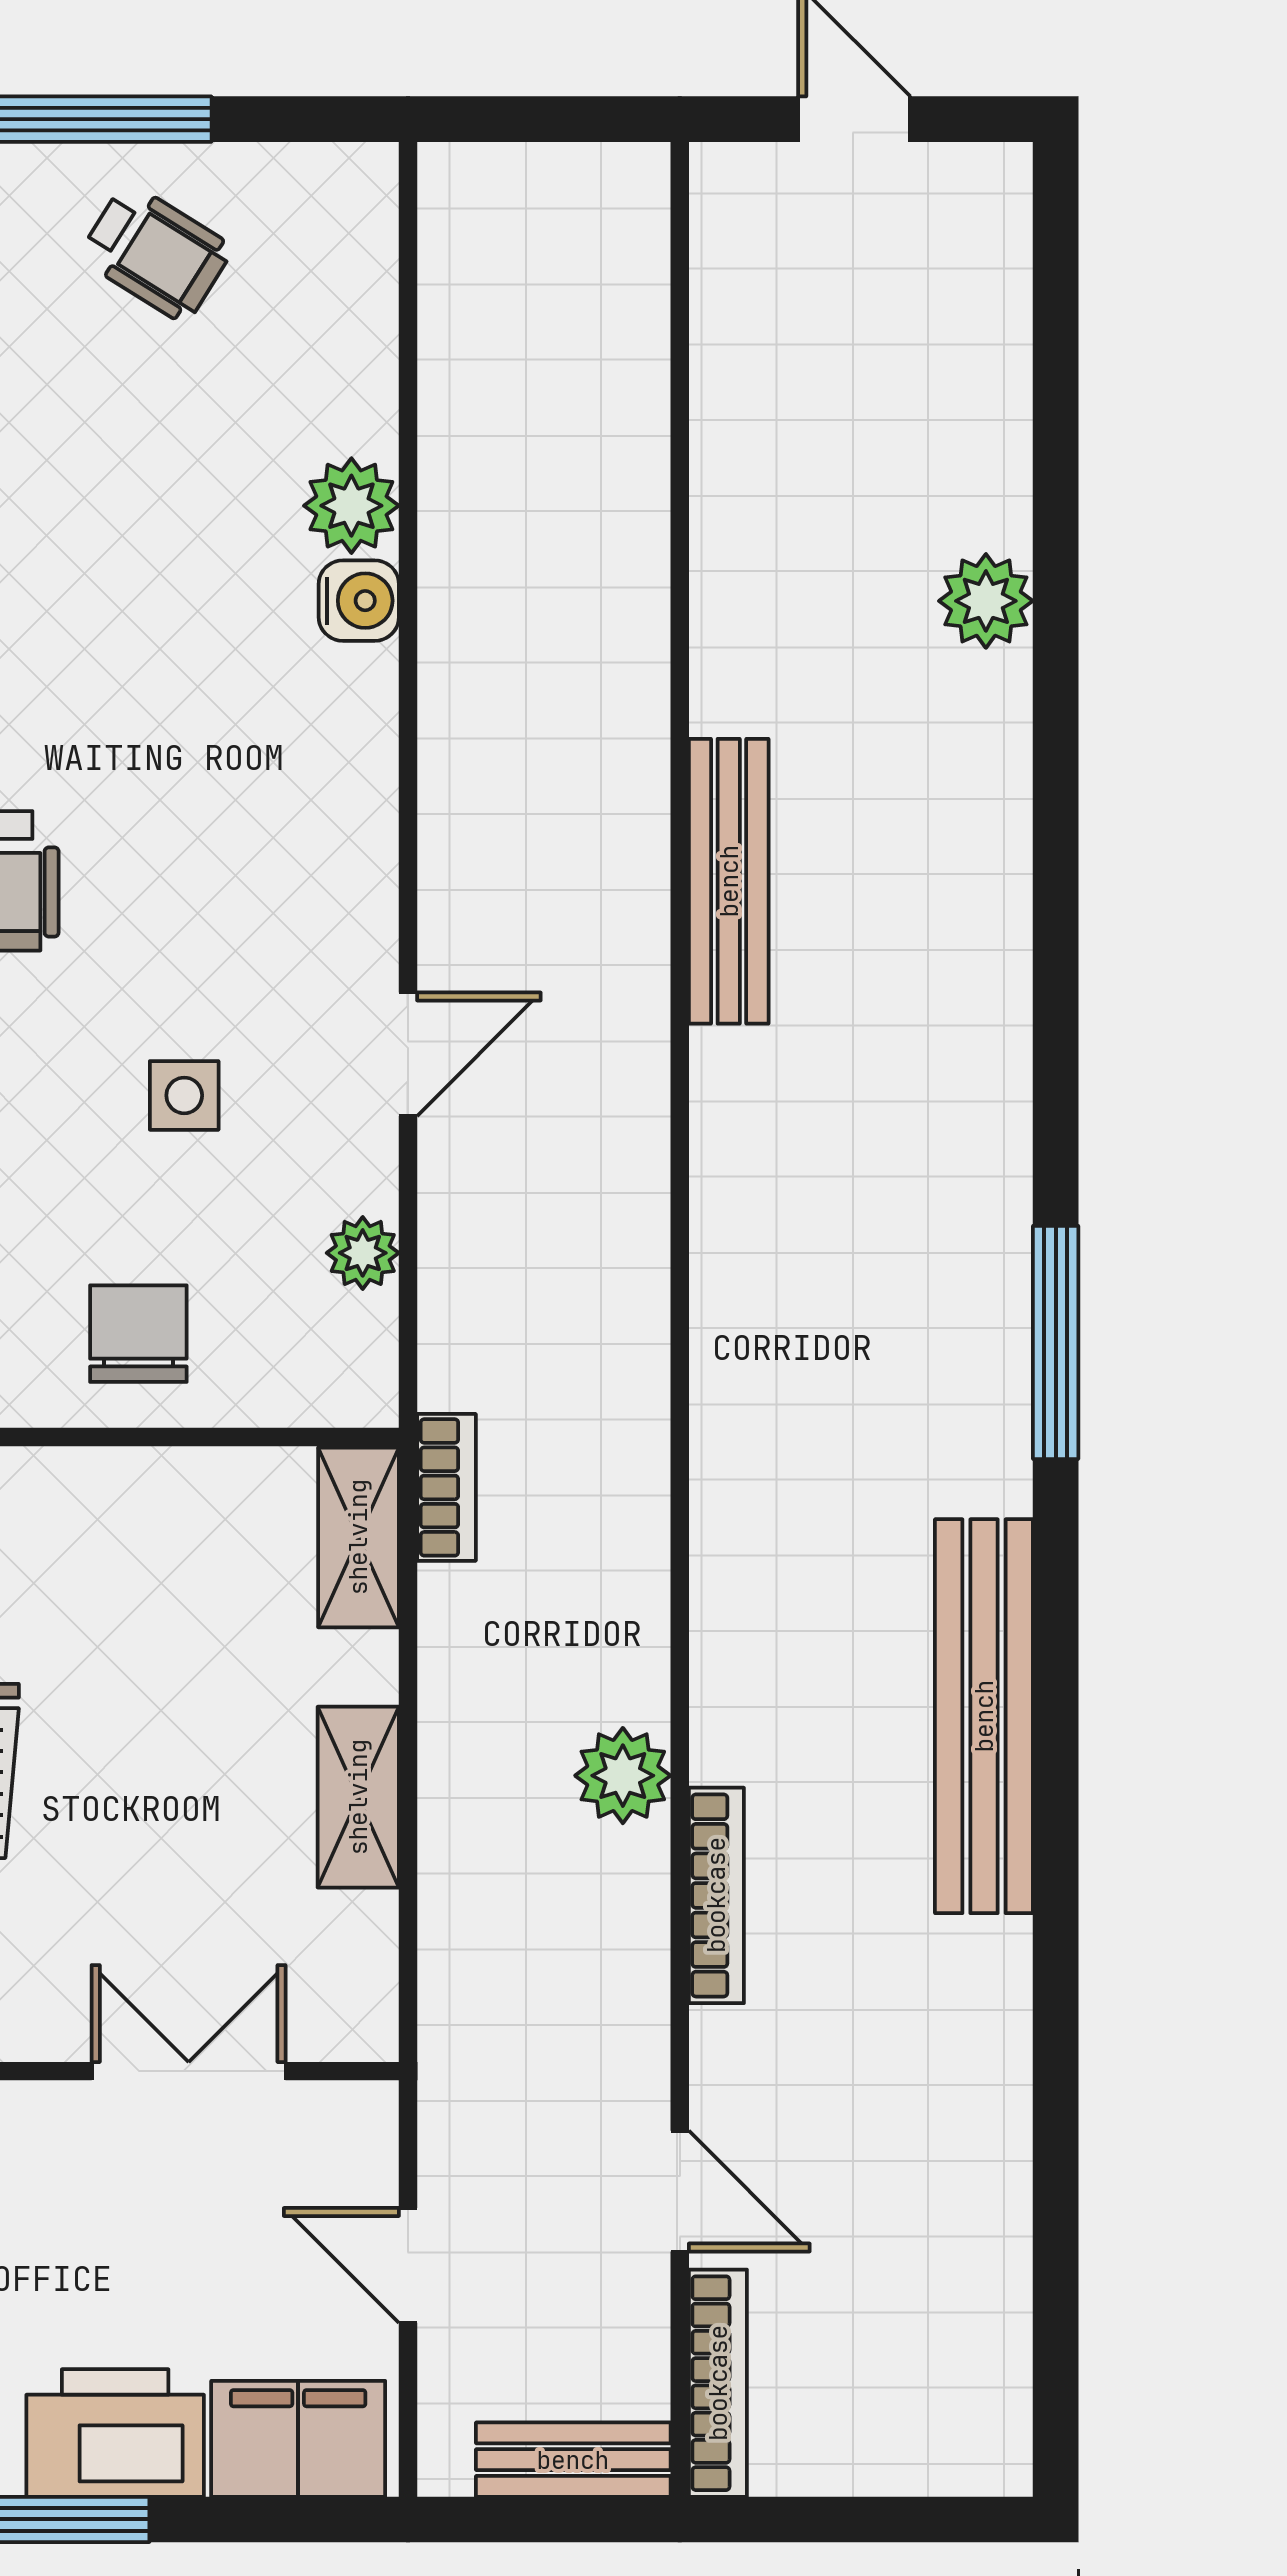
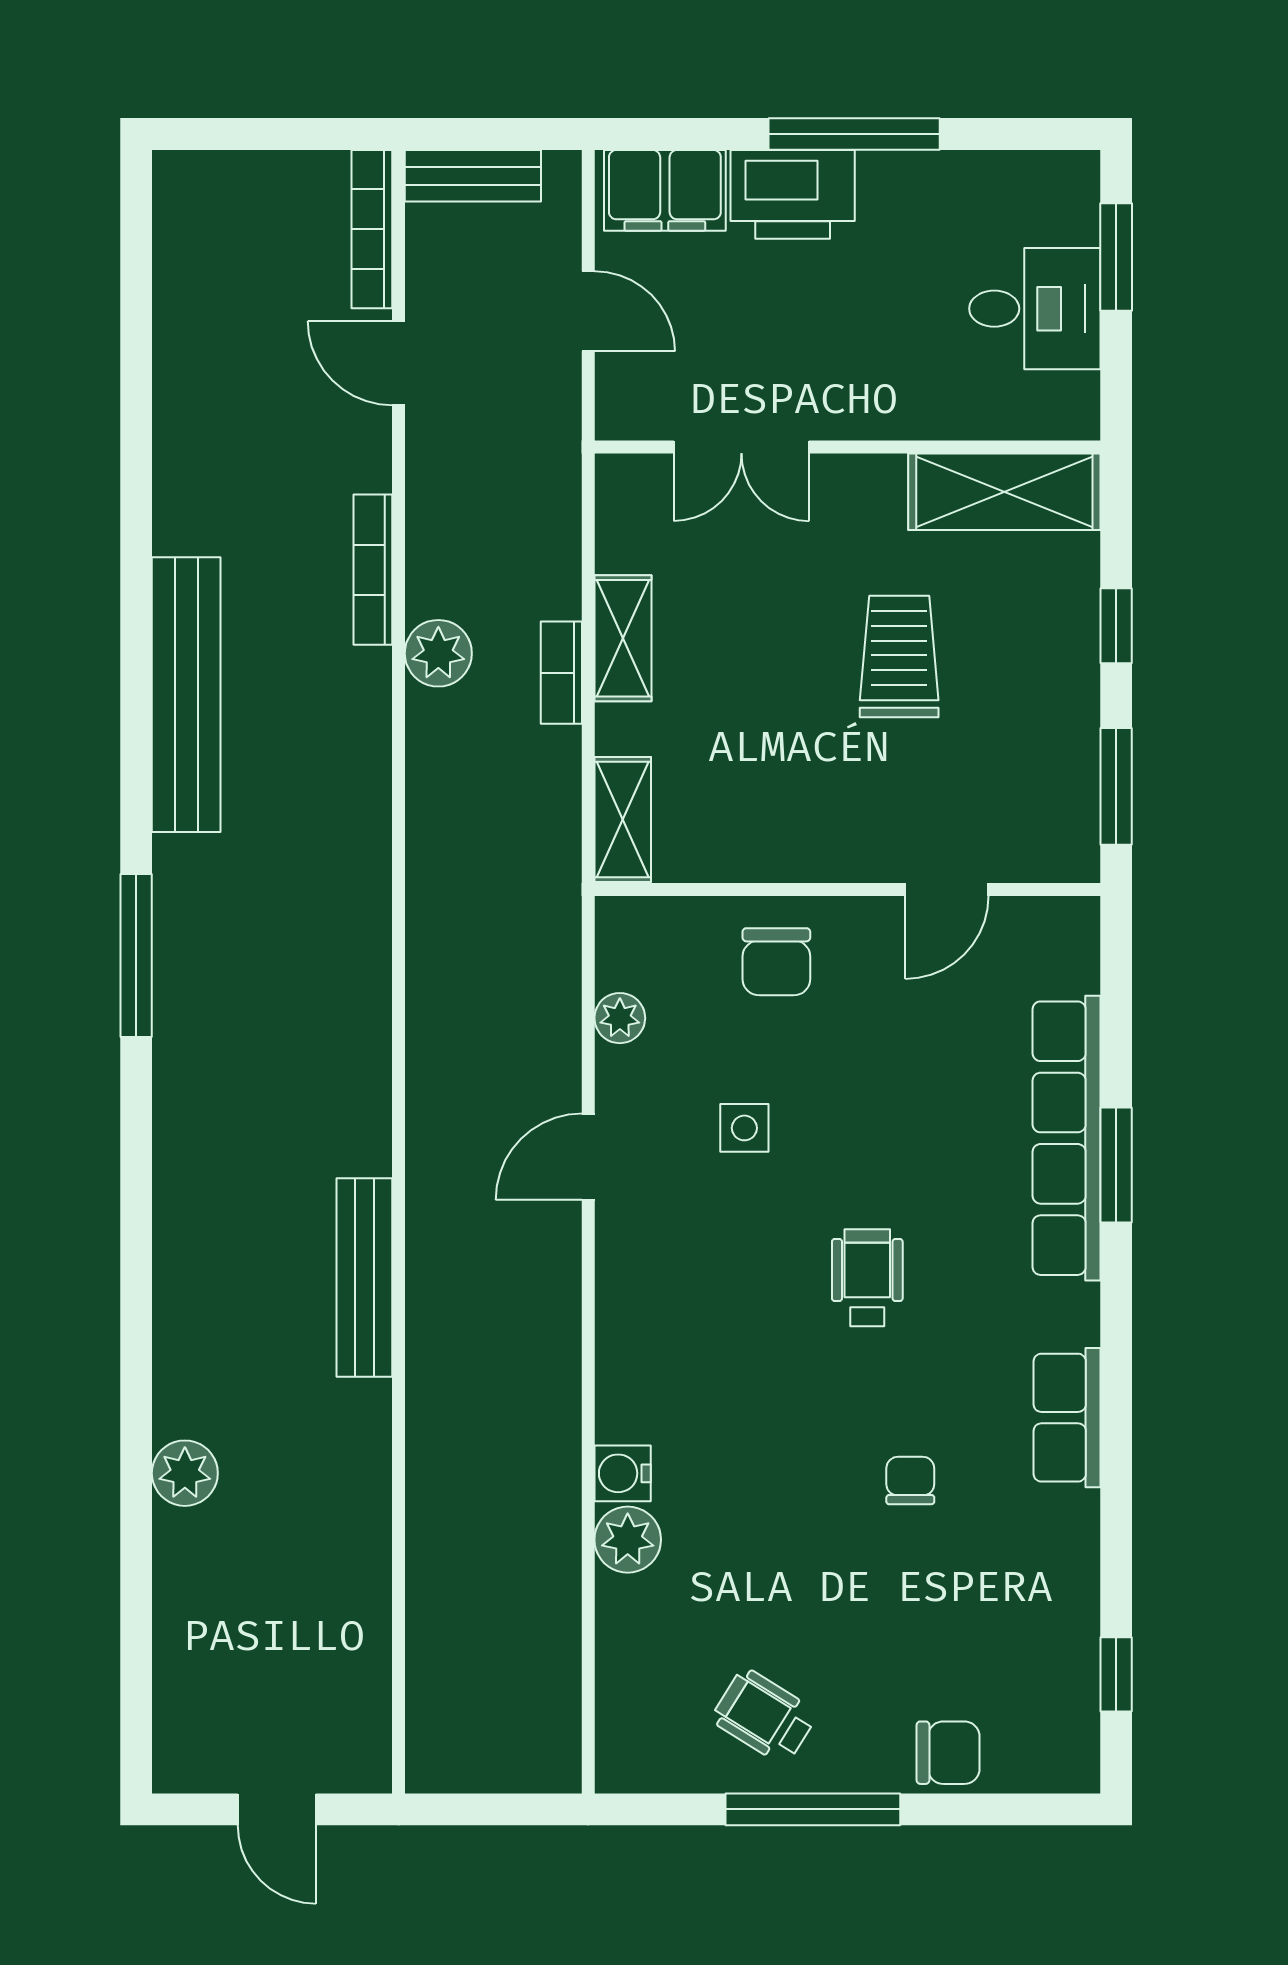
bookcase: (446, 1487) -> (561, 673), moved

